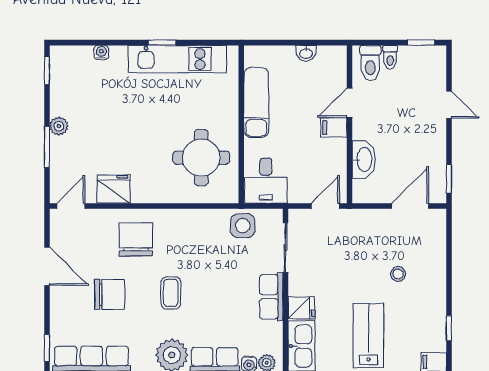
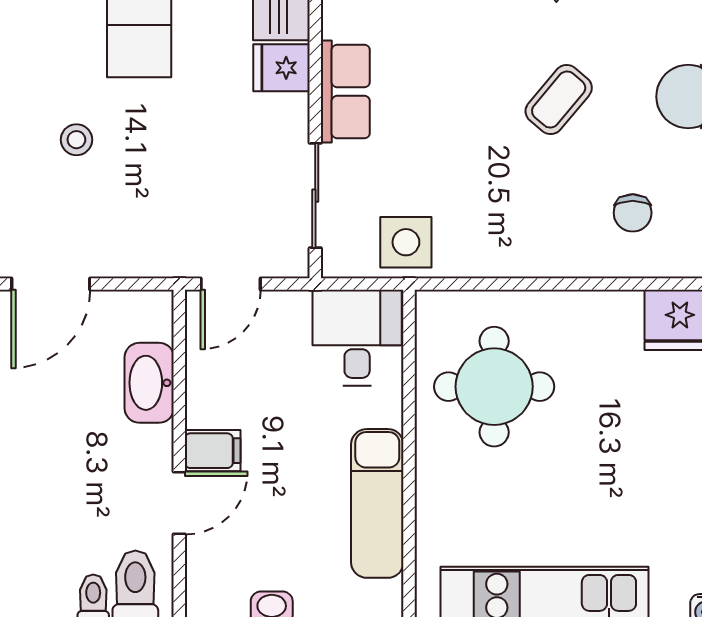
chair: (136, 239) -> (633, 213), width x0.54, depth x0.54
coffee table: (171, 293) -> (559, 99), turned 40

